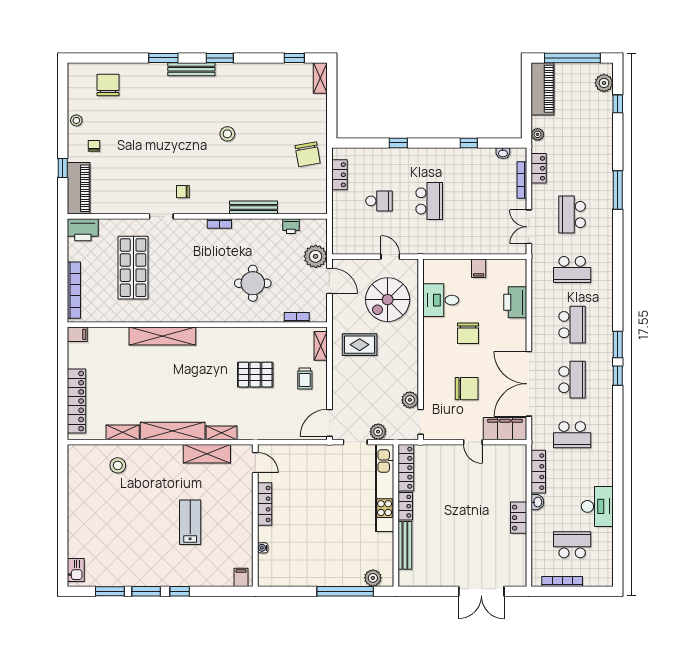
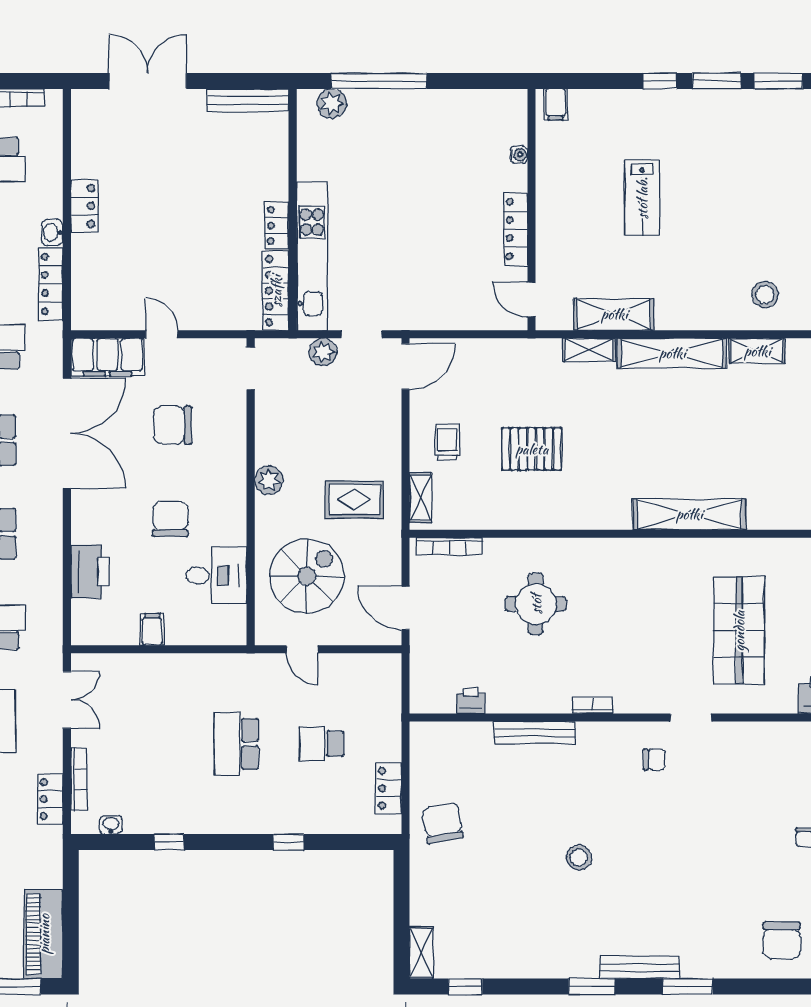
plant: (538, 134) -> (52, 857), removed
plant: (316, 256) -> (429, 650), removed
bookcase: (297, 317) -> (449, 546), width x1.56
plant: (410, 400) -> (269, 480), moved
bench: (405, 545) -> (248, 100), moved, turned 90

